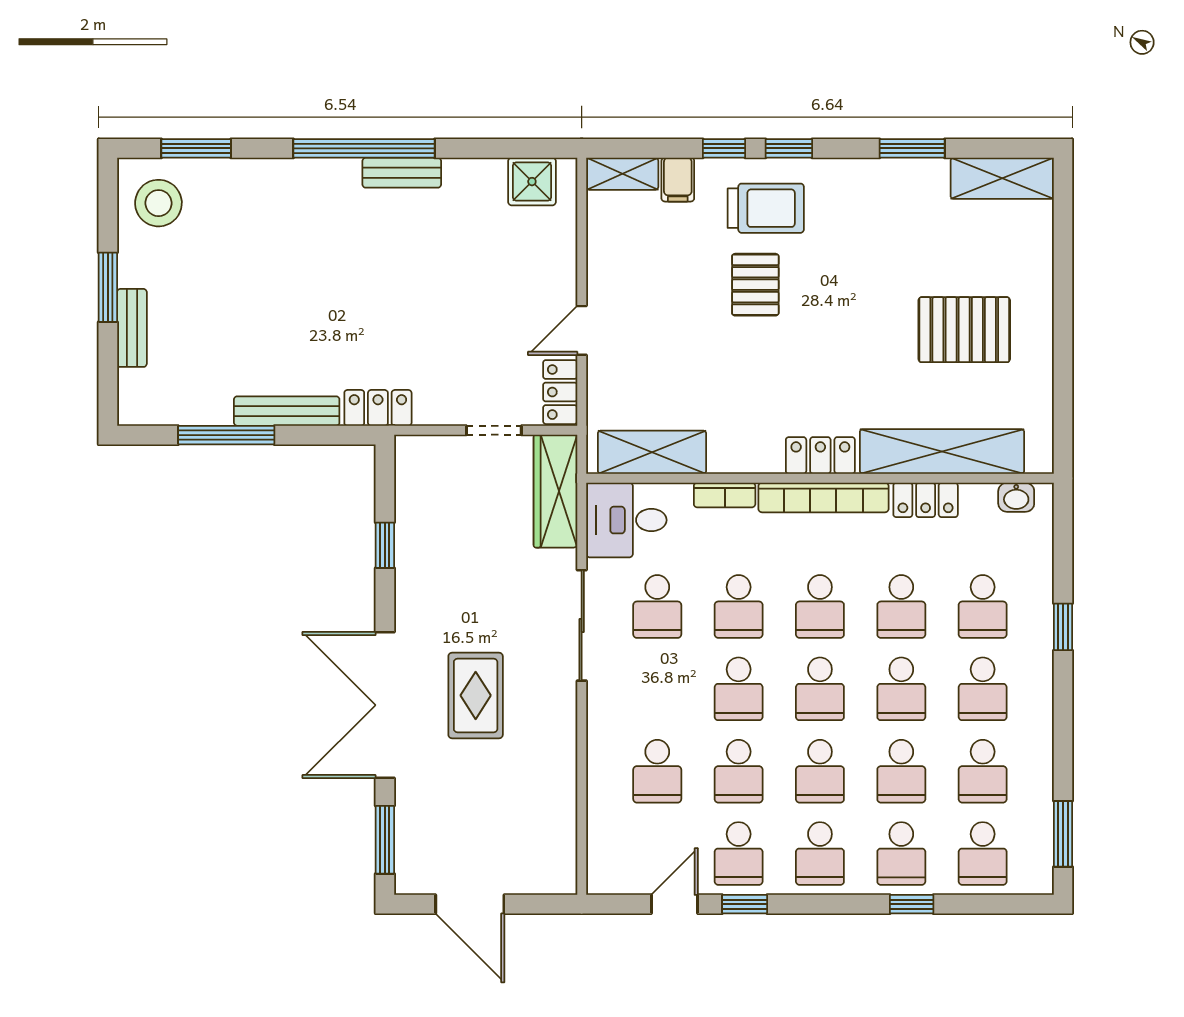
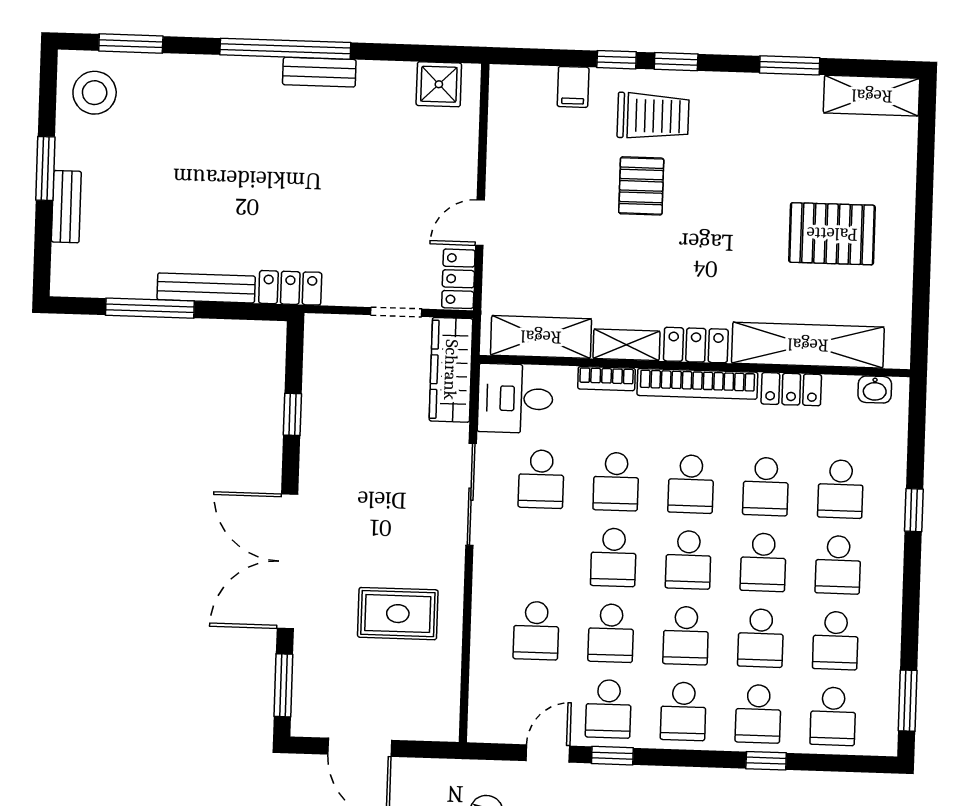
shelving: (622, 174) -> (626, 345), moved
rug: (476, 695) -> (398, 614), moved, turned 90

